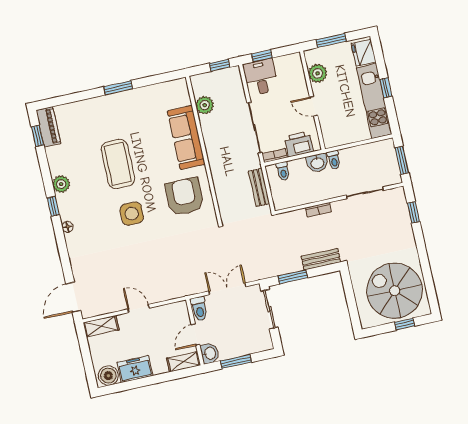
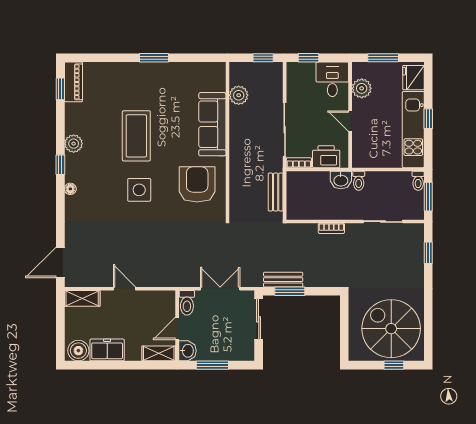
desk: (261, 77) -> (332, 79), moved
toilet: (283, 171) -> (418, 181), moved
bench: (321, 259) -> (283, 280), moved

